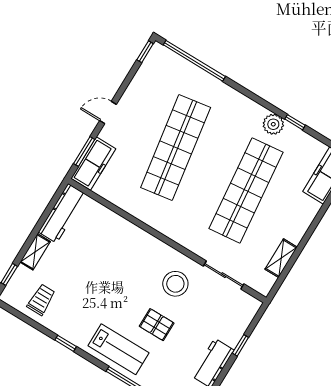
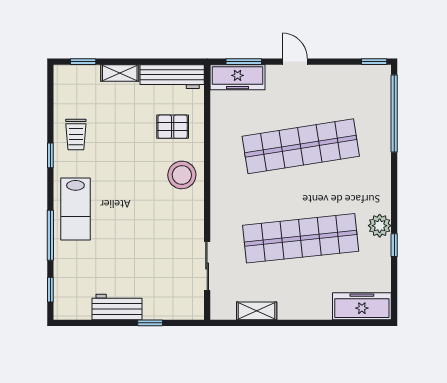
stool: (175, 284) -> (182, 175), moved
trolley: (41, 300) -> (76, 134), moved, turned 90
pallet: (157, 325) -> (173, 127), moved, turned 90

